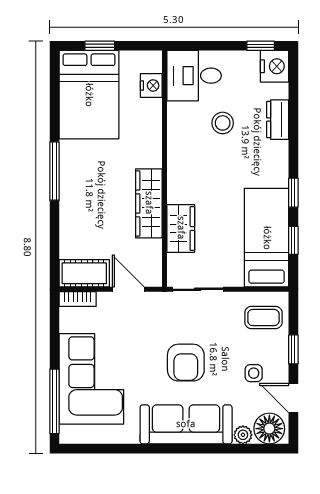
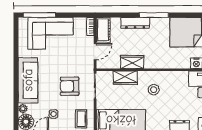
stool: (223, 123) -> (154, 90), moved
wardrobe: (149, 203) -> (132, 62), width x0.67
dresser: (70, 209) -> (135, 23), added
armchair: (186, 363) -> (70, 86), moved

